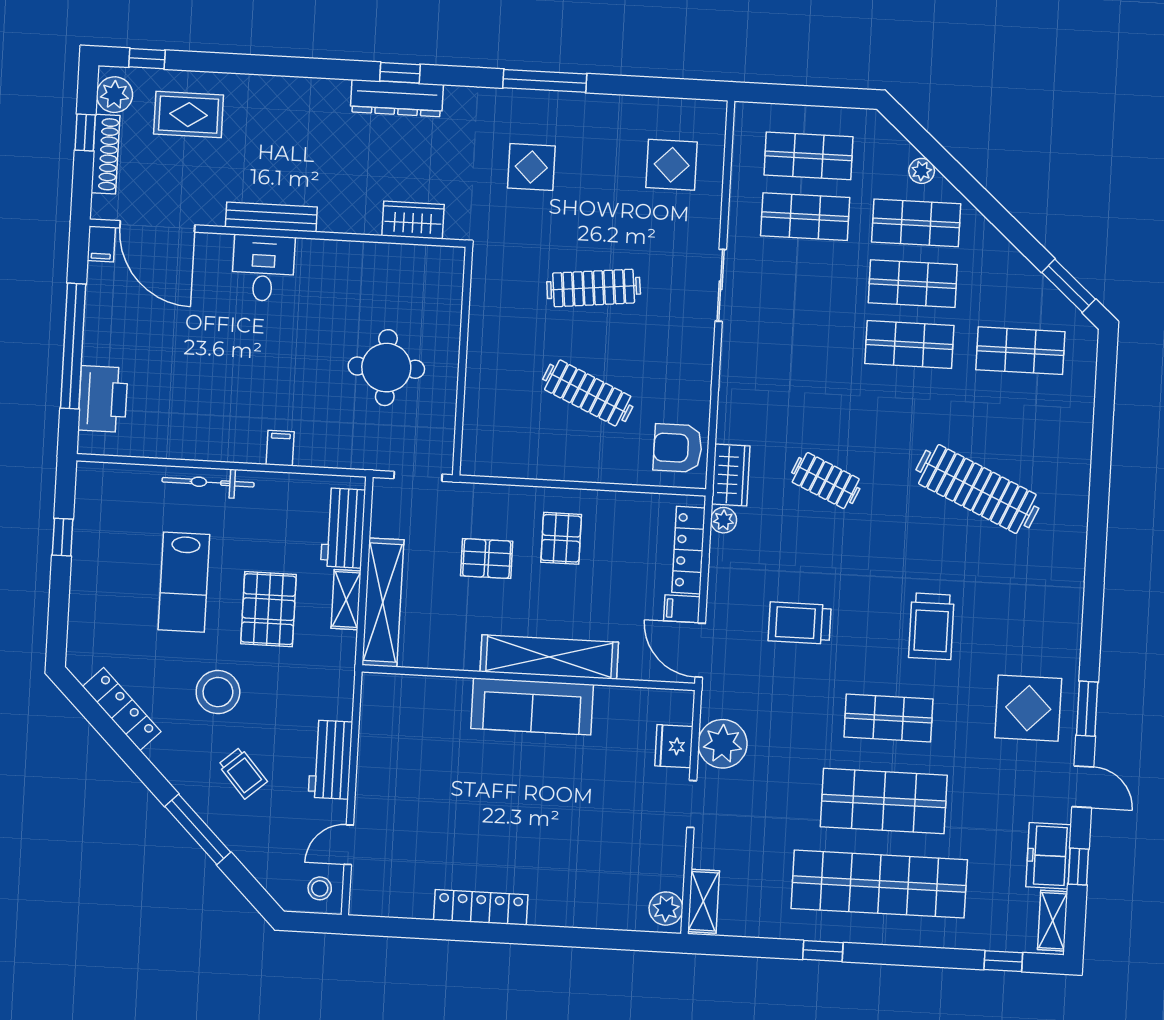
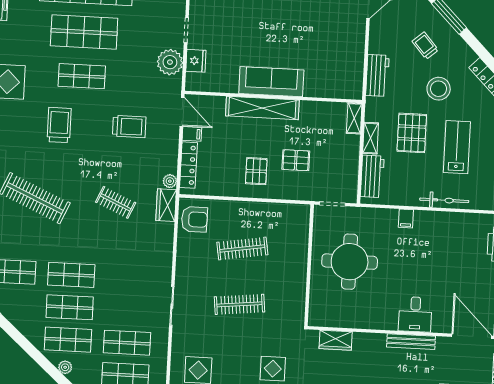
round table: (386, 368) -> (350, 262), width x1.36, depth x1.36
clothes rail: (588, 393) -> (242, 249), turned -33
shelving: (383, 602) -> (354, 118), width x0.45, depth x0.75
workbench: (330, 760) -> (377, 75), moved

